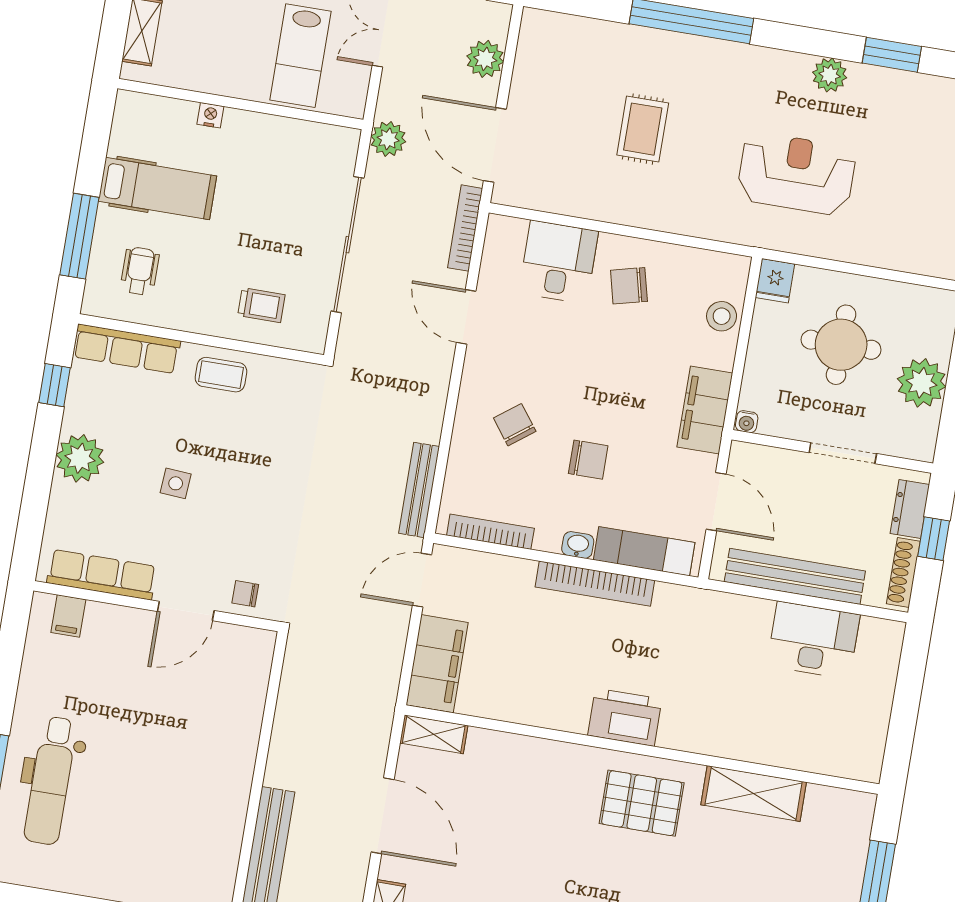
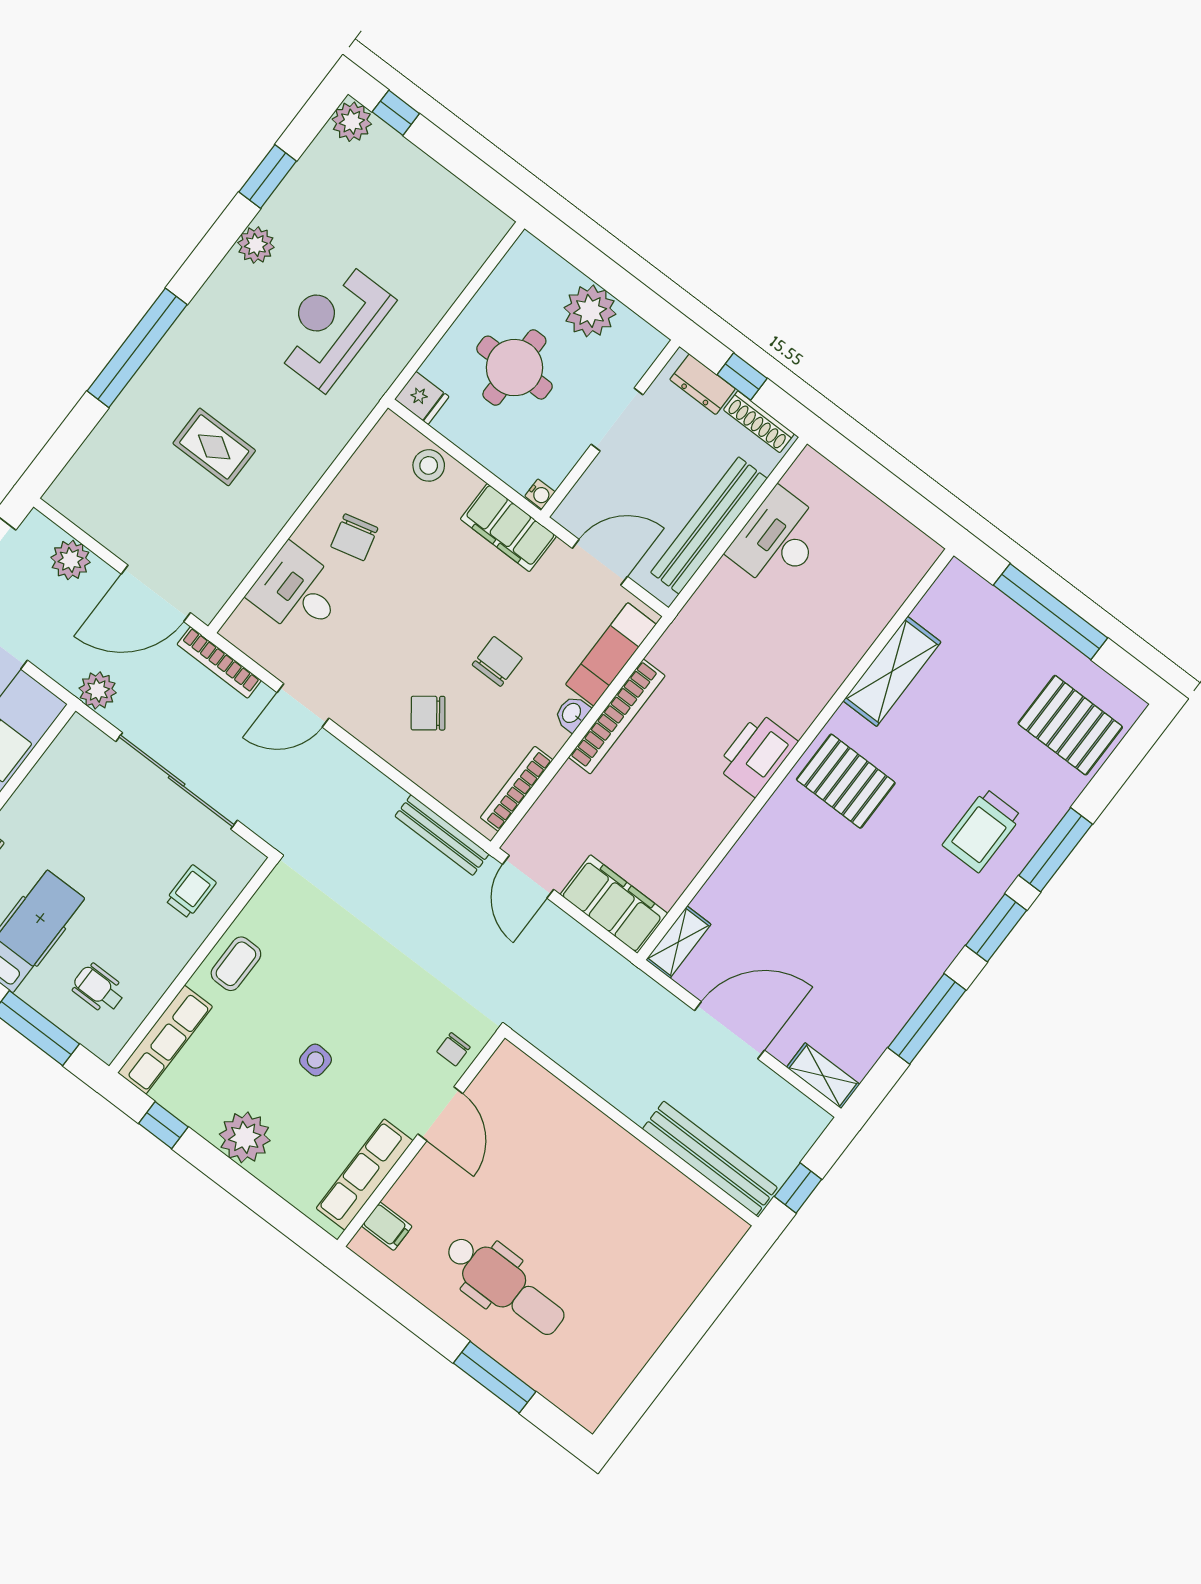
dental chair: (50, 781) -> (505, 1285), moved
pallet: (642, 803) -> (846, 781), turned 90

